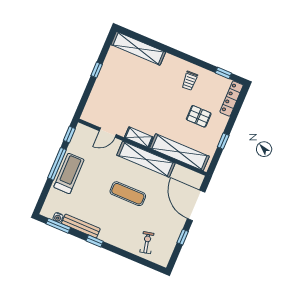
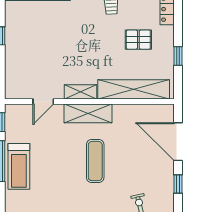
shelving: (146, 159) -> (88, 113), width x0.68
treadmill: (69, 173) -> (19, 166), turned 180
exercise mat: (128, 194) -> (95, 161), turned 90

